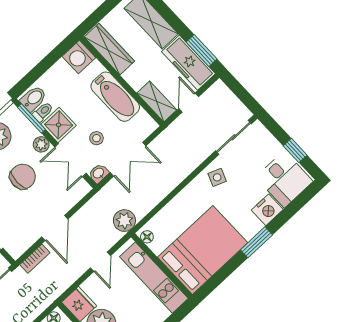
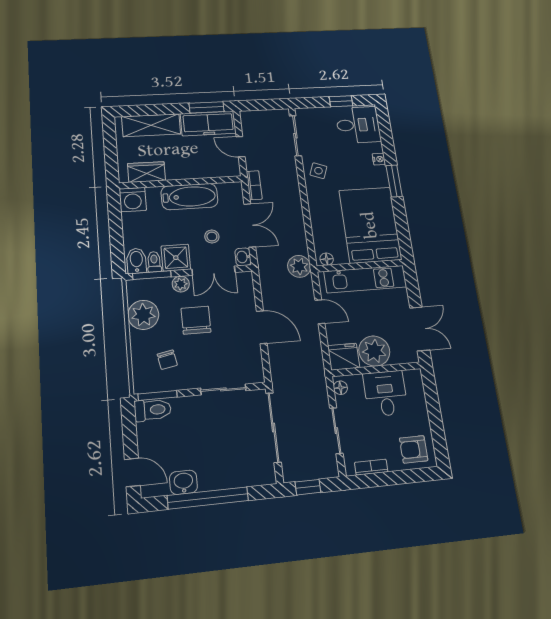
wardrobe: (109, 49) -> (146, 172), width x0.67
shelving: (157, 101) -> (220, 169), removed
nightstand: (267, 210) -> (379, 159), width x0.53, depth x0.56
bookcase: (35, 259) -> (254, 185), moved

